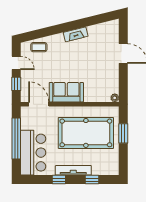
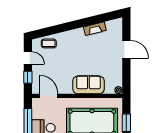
fireplace: (76, 34) -> (95, 29), moved
sofa: (66, 92) -> (88, 85), moved

